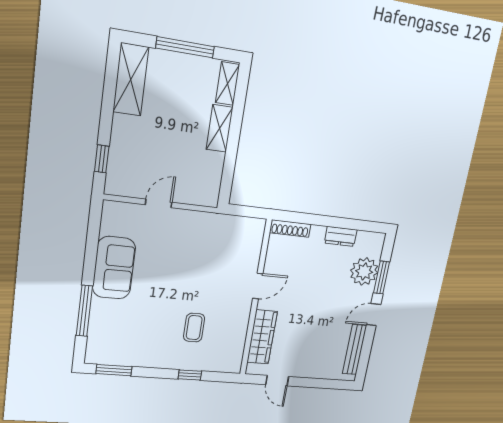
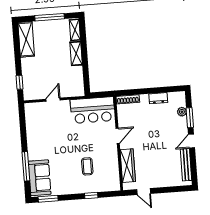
bar counter: (225, 235) -> (93, 110), added
sofa: (114, 268) -> (40, 178), moved
plant: (364, 272) -> (182, 112), width x0.53, depth x0.53

